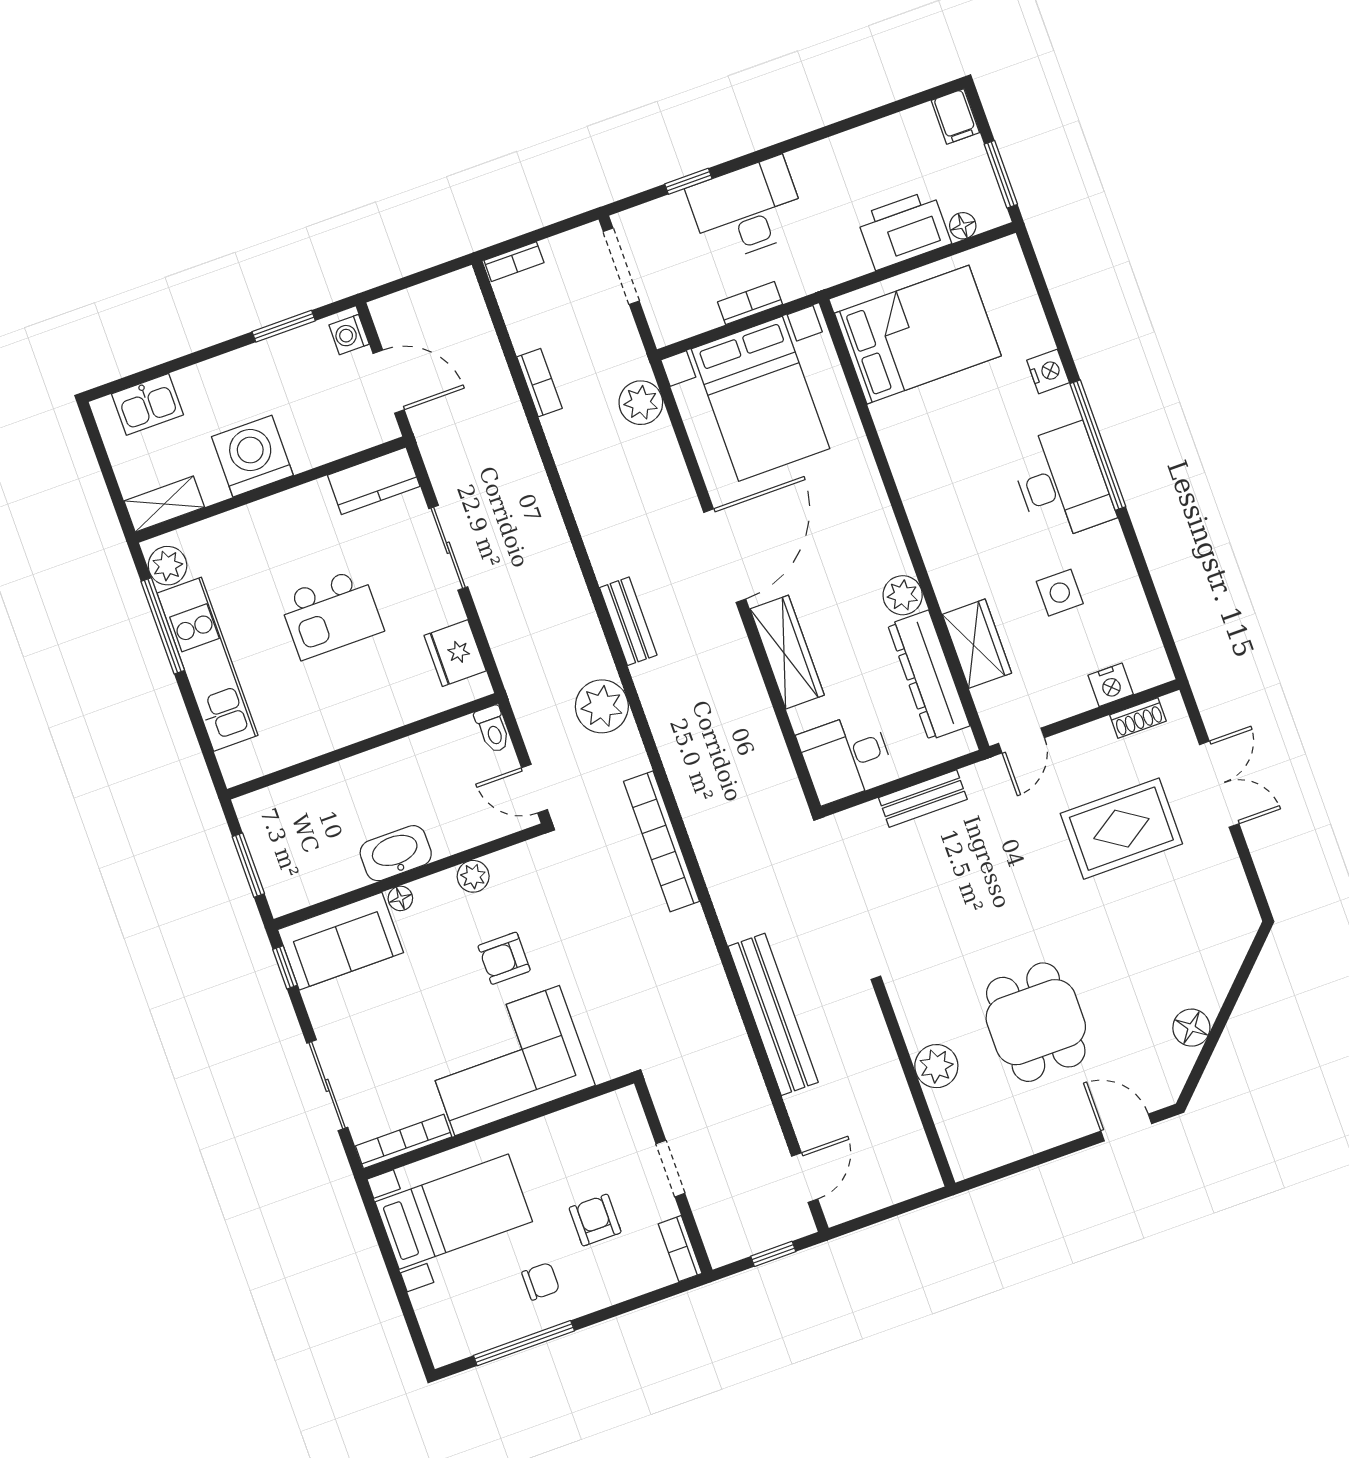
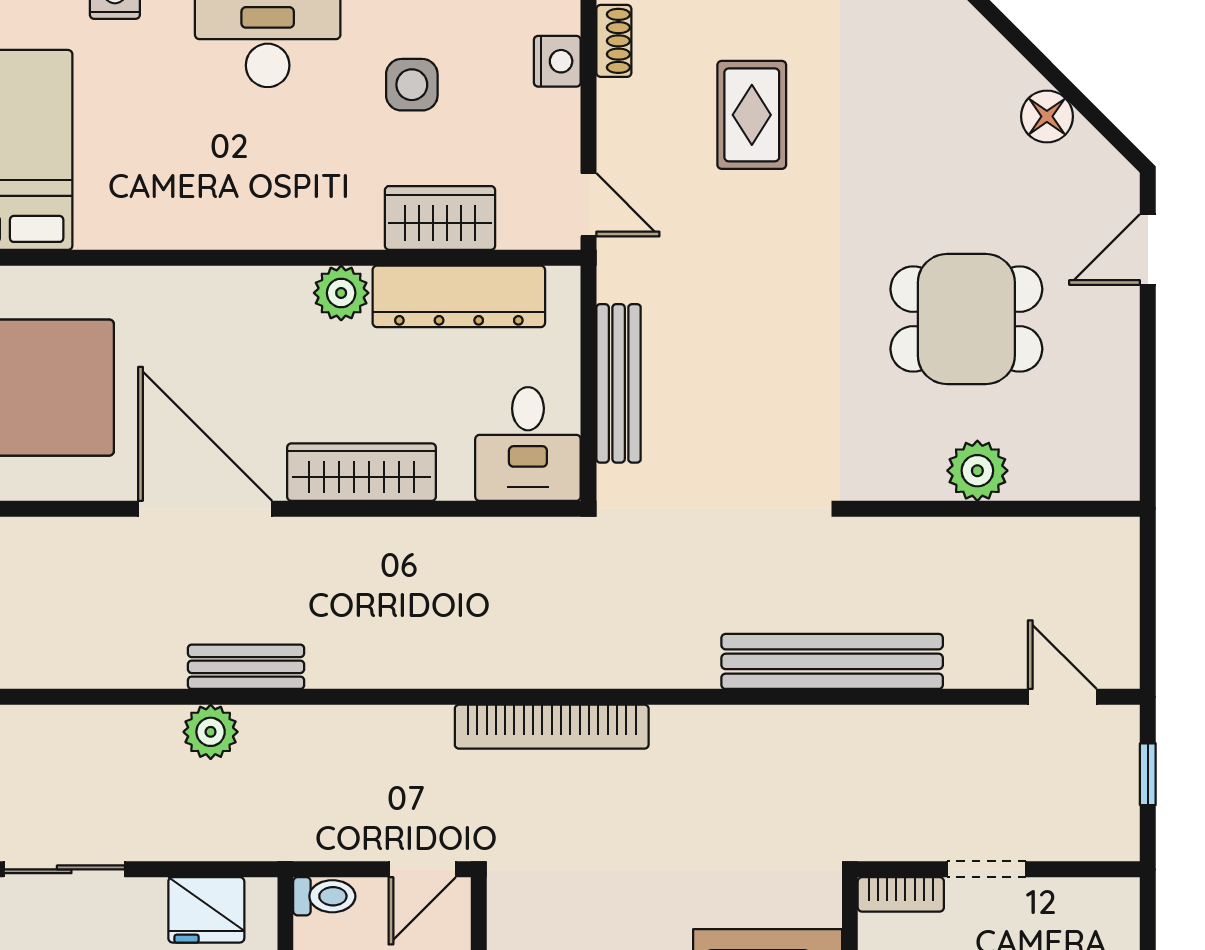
plant: (602, 706) -> (211, 732), moved, width x0.73, depth x0.73
bench: (923, 799) -> (619, 383), width x1.36
rug: (1121, 829) -> (752, 115), width x0.73, depth x0.70
bookcase: (680, 1249) -> (901, 894), moved

